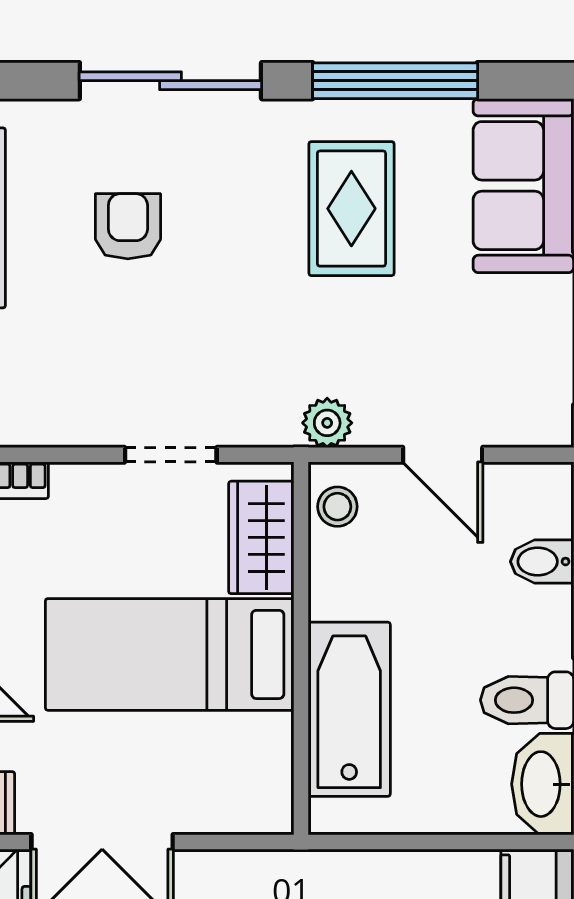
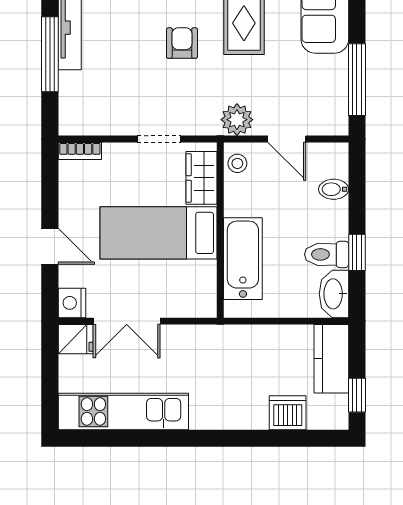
armchair: (128, 226) -> (182, 43), moved
plant: (327, 423) -> (237, 120), width x1.38, depth x1.38

